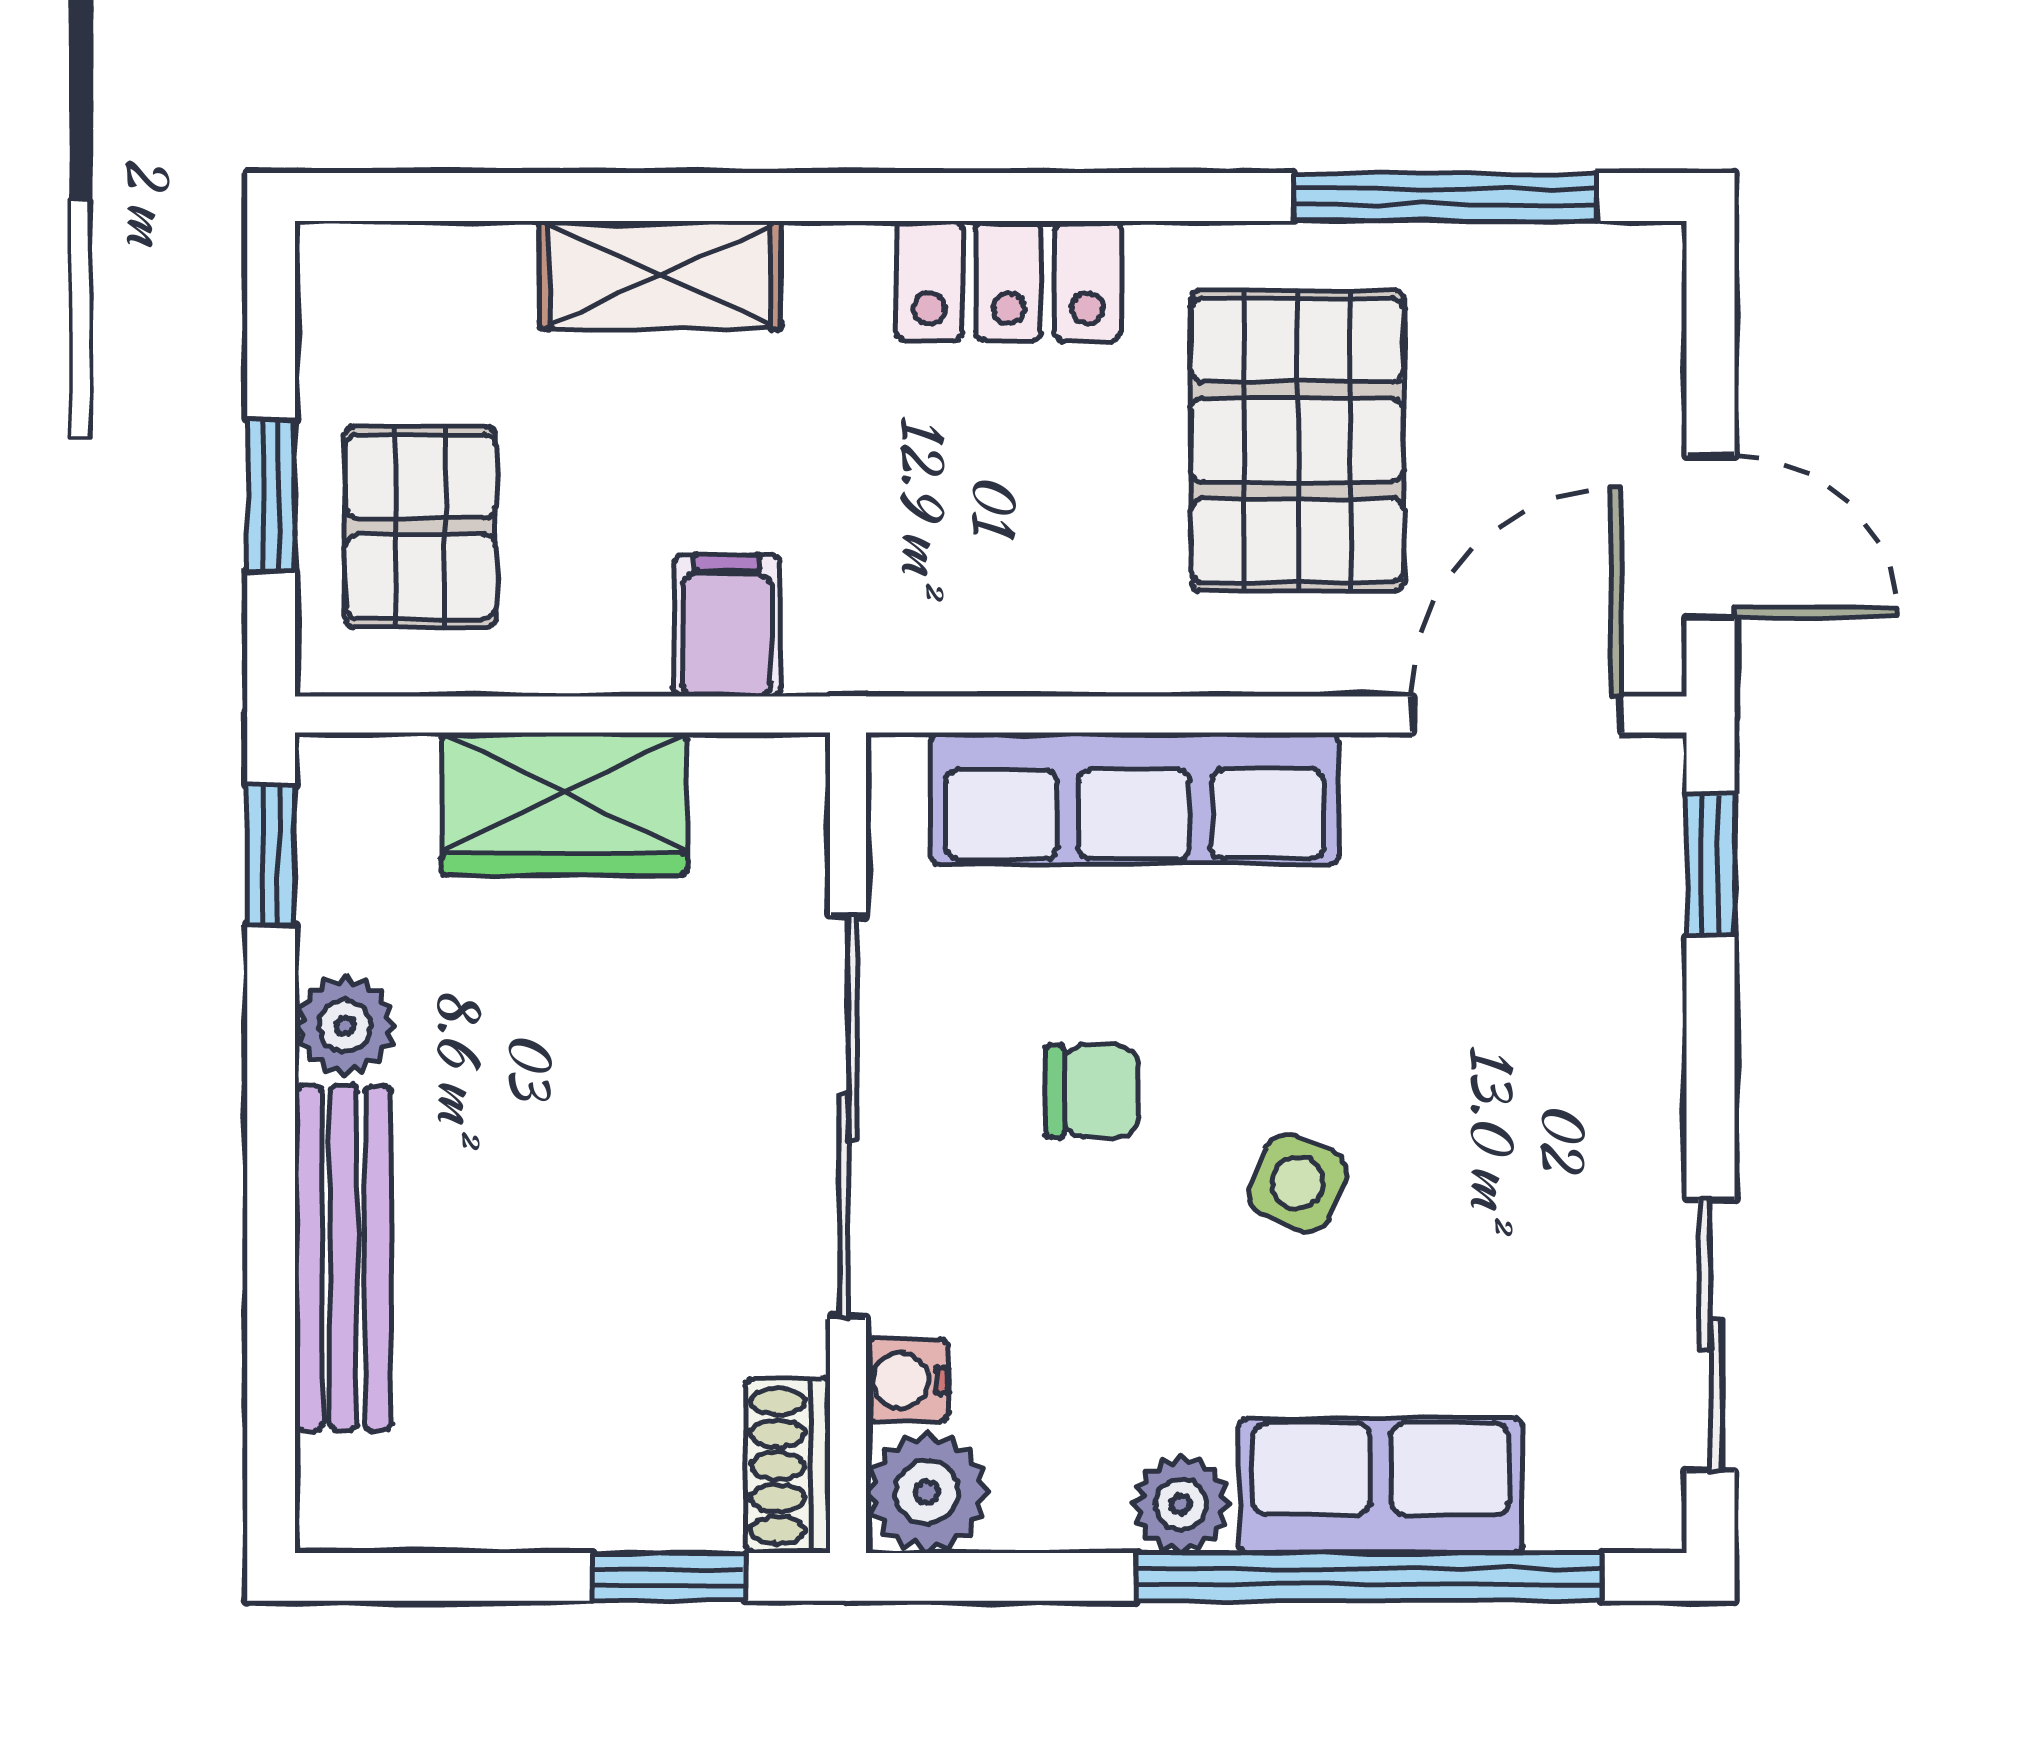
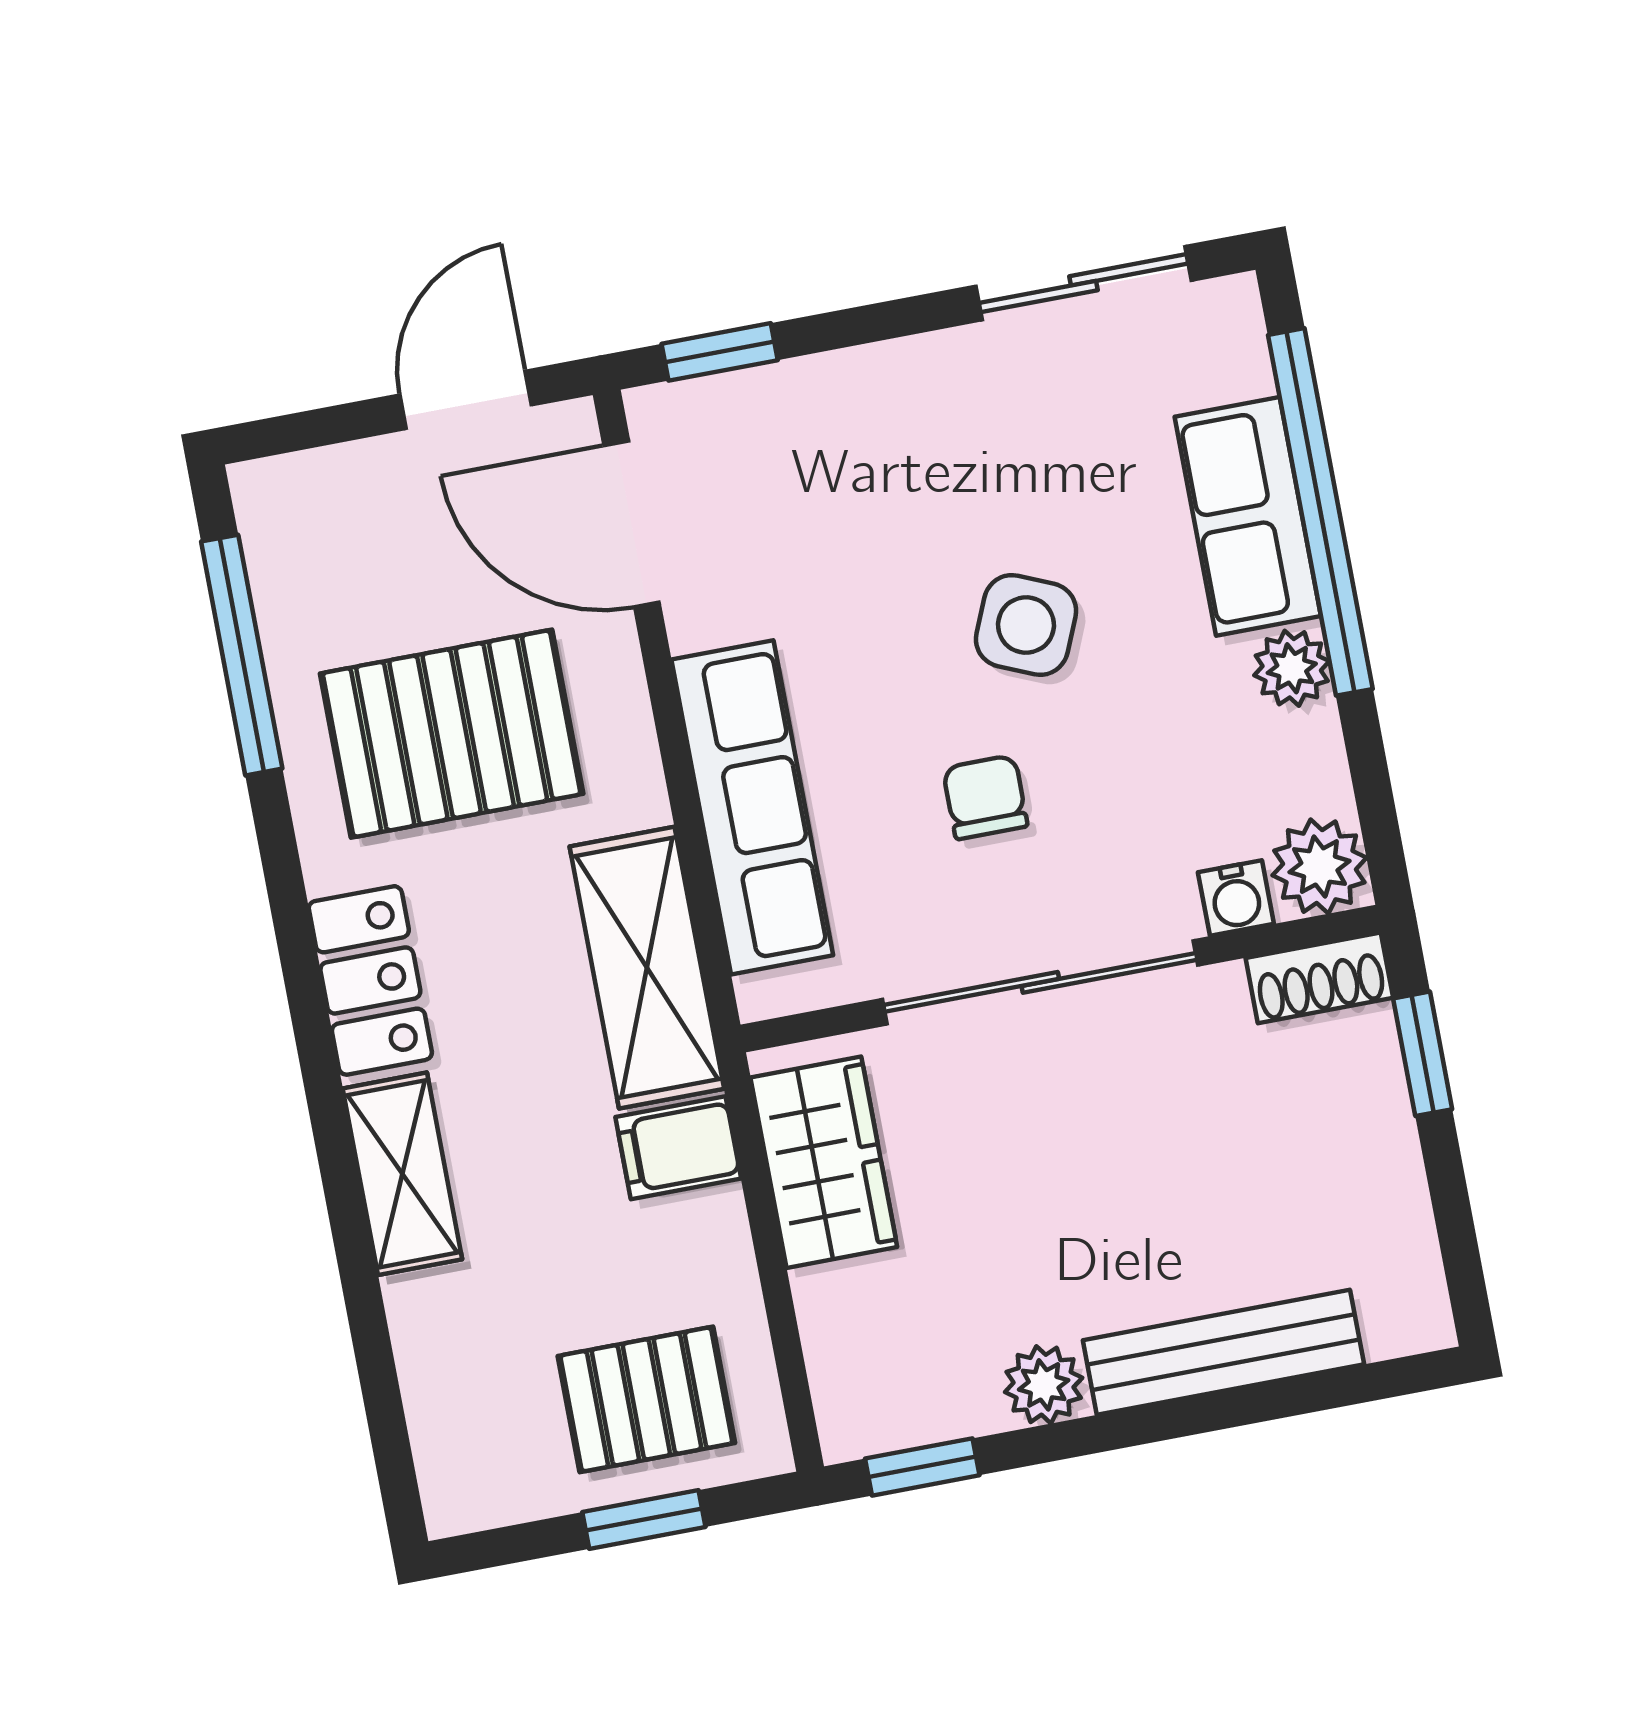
shelving: (660, 275) -> (402, 1174), moved
shelving: (959, 629) -> (647, 968), added
wardrobe: (564, 804) -> (824, 1162), moved
side table: (1297, 1183) -> (1026, 625), width x1.37, depth x1.37

